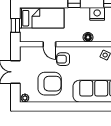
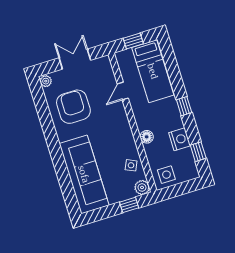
armchair: (63, 59) -> (110, 114), removed
armchair: (50, 84) -> (73, 107), turned 180

